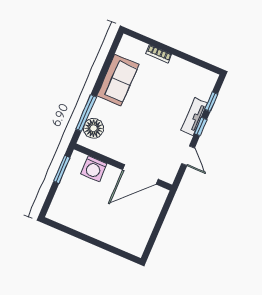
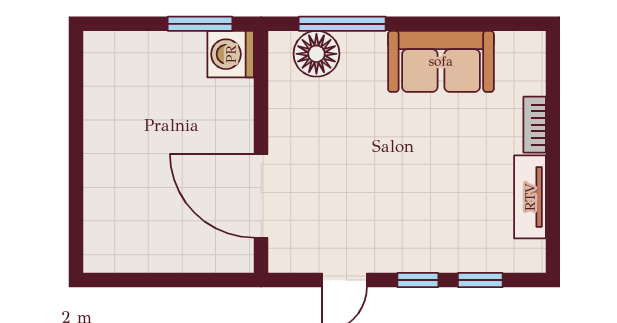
tv unit: (194, 117) -> (530, 197), moved, turned -90
washing machine: (94, 169) -> (231, 54), moved

